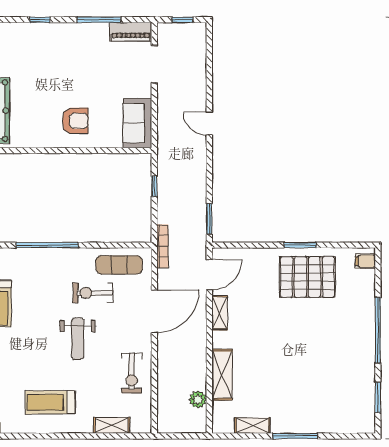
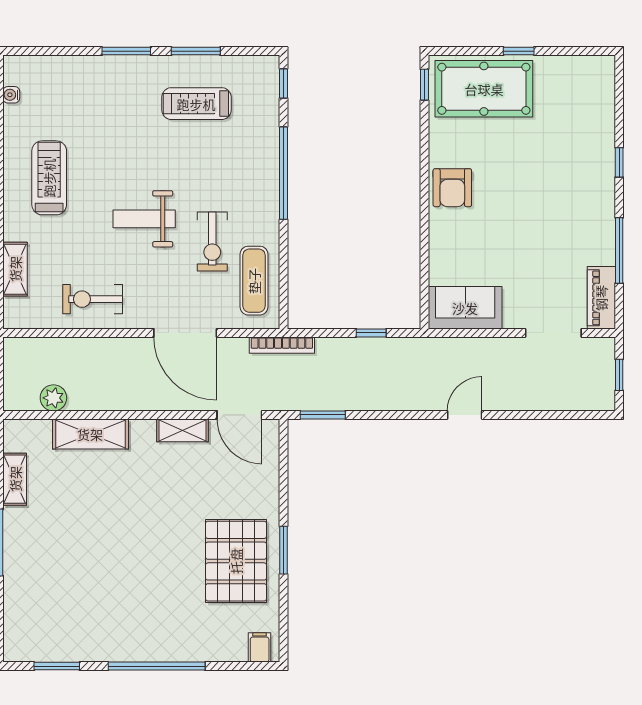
armchair: (75, 121) -> (452, 188), moved
exercise bike: (93, 293) -> (212, 242), turned 180

